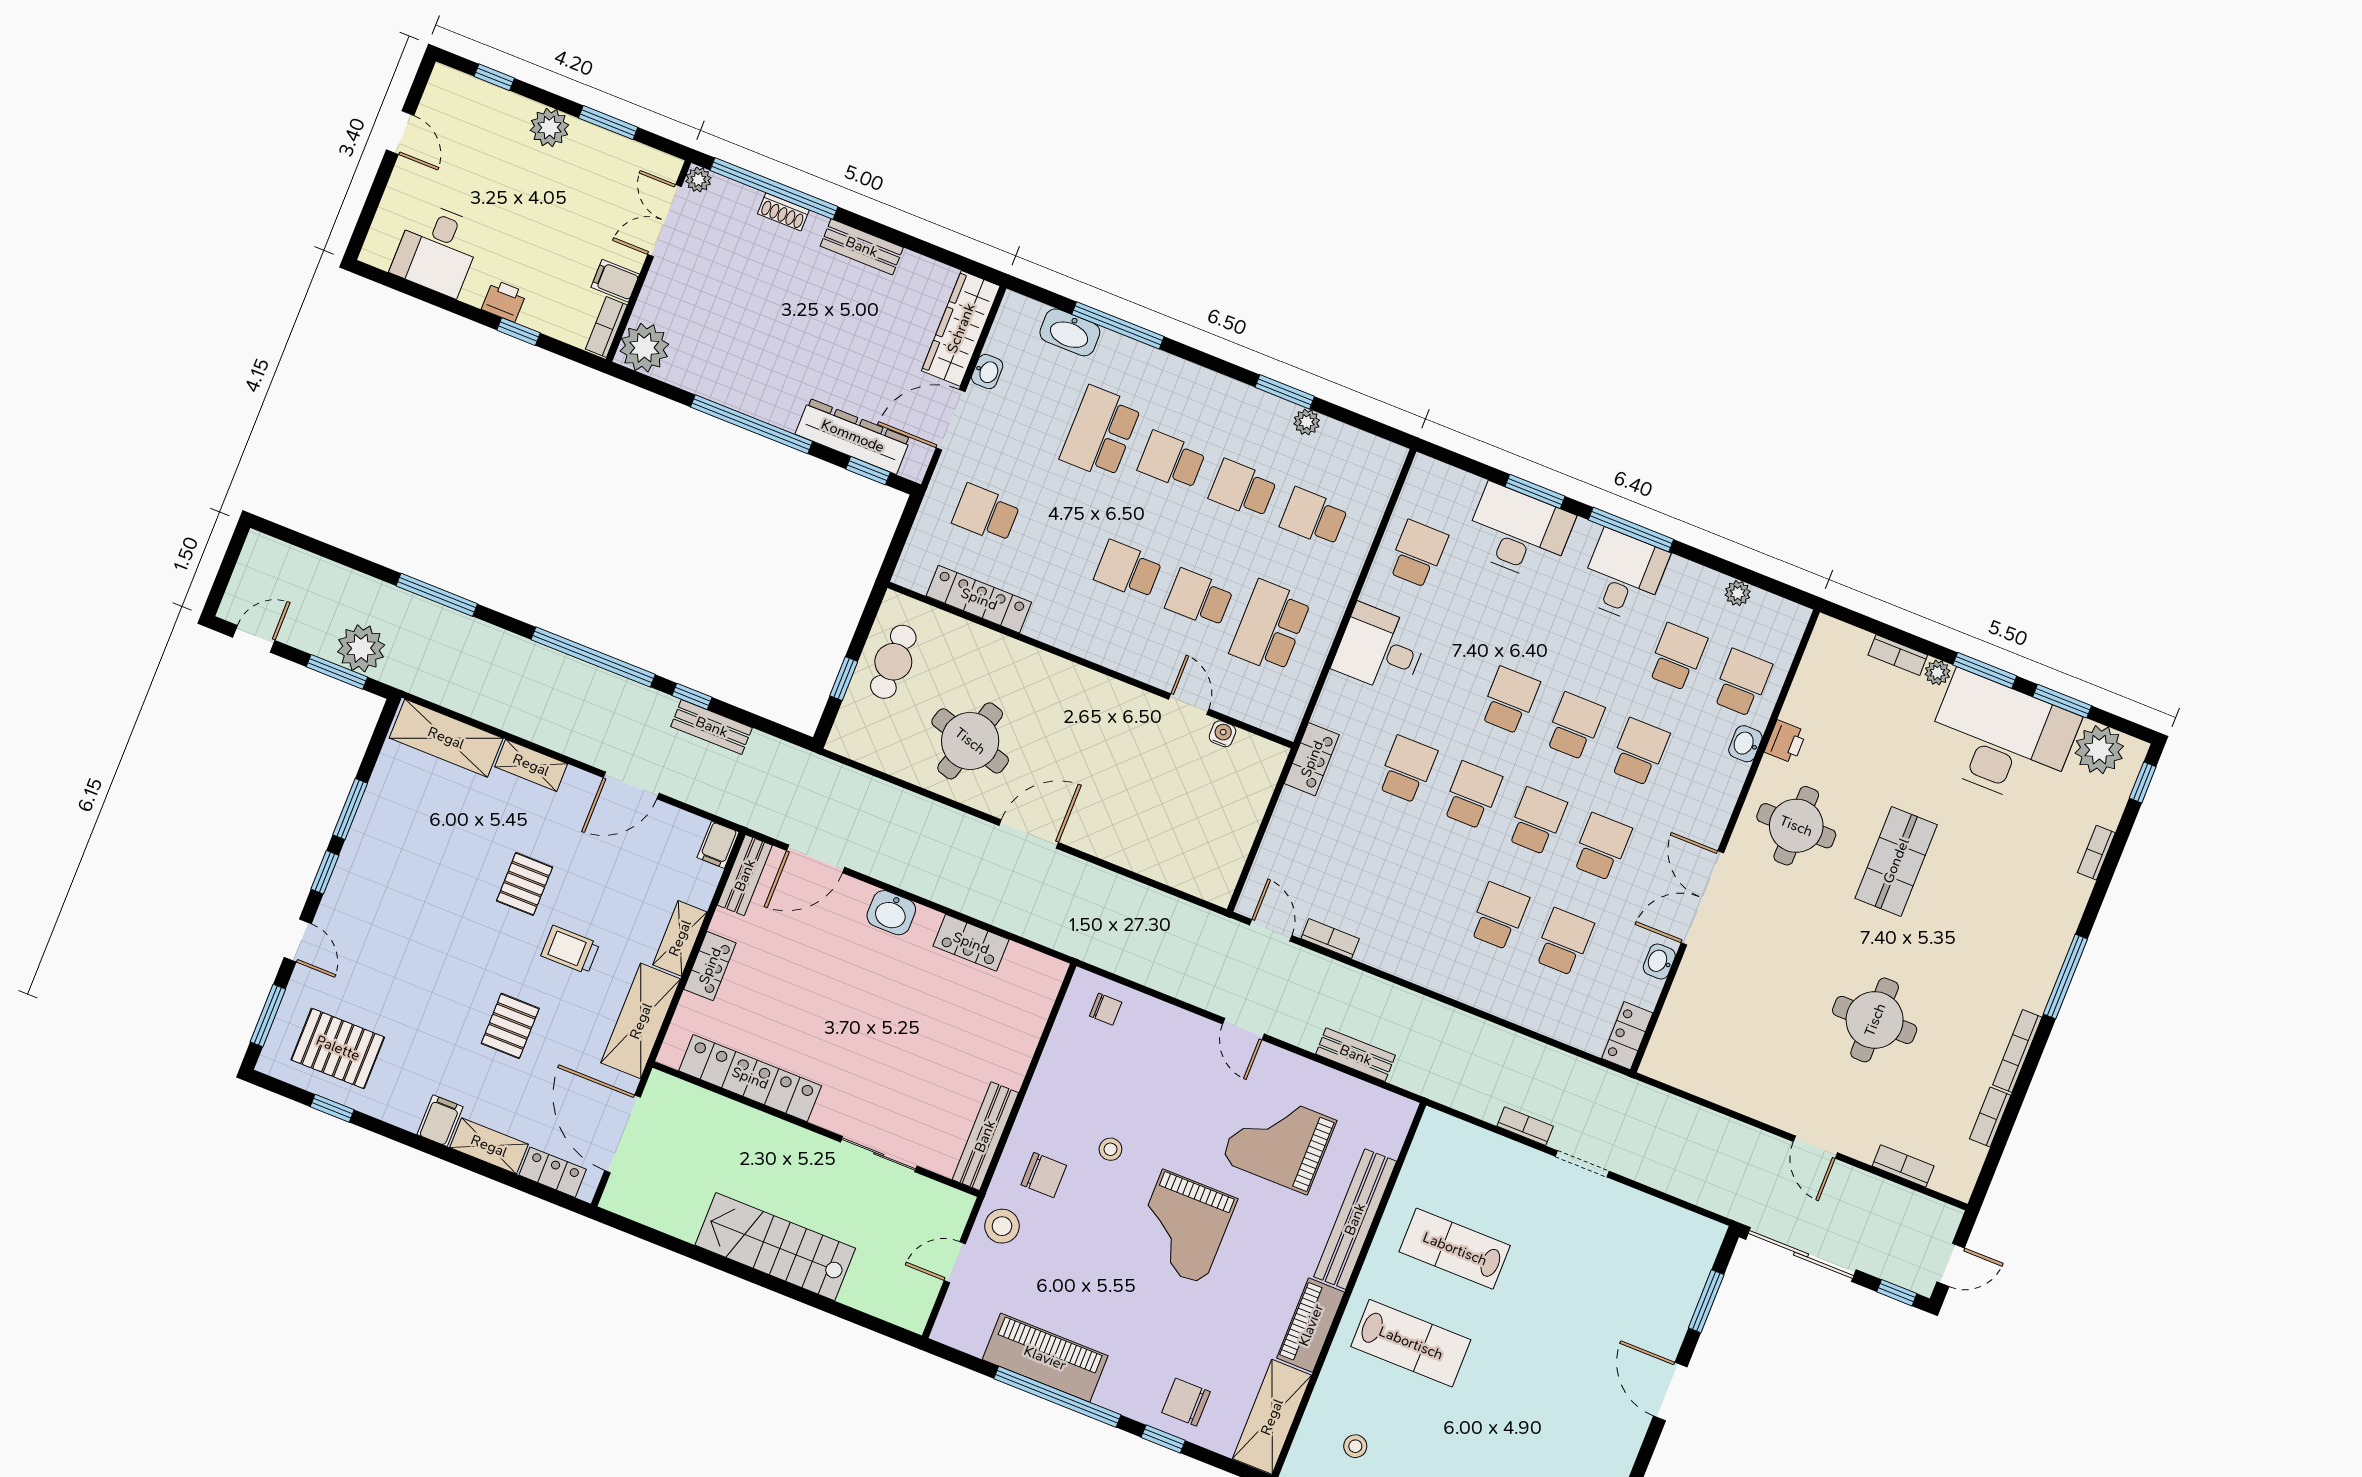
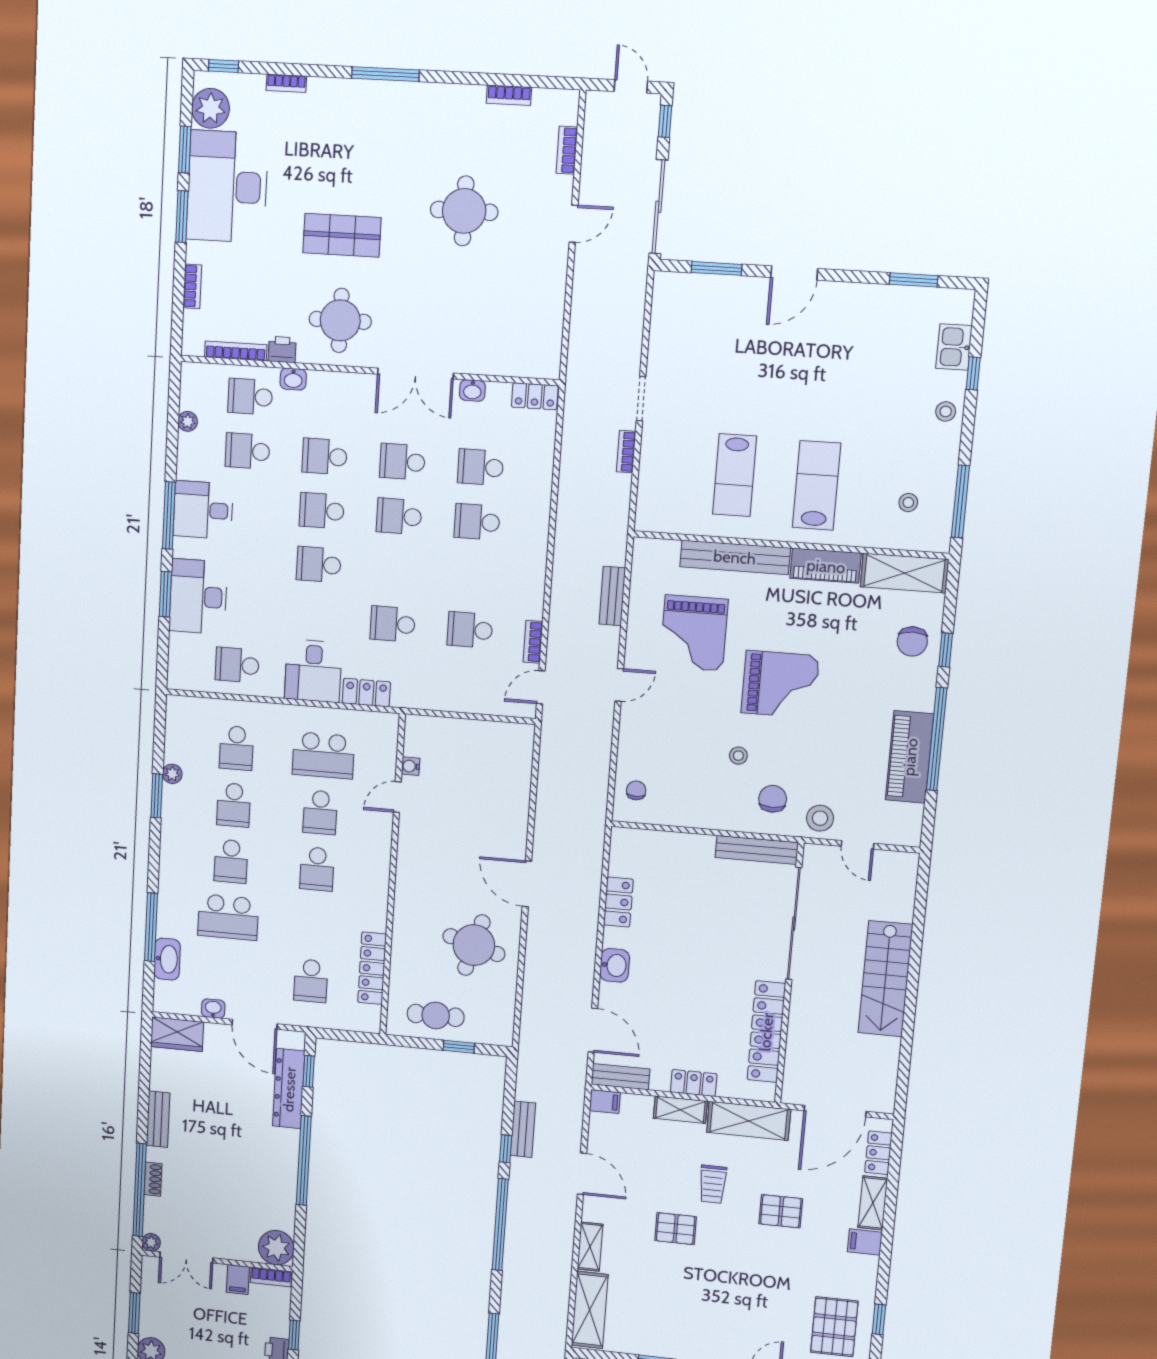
wardrobe: (961, 328) -> (177, 1034), width x0.67
plant: (1937, 673) -> (195, 252), removed
locker: (1312, 759) -> (366, 693), moved
school desk: (1472, 795) -> (470, 630), moved
bookcase: (2017, 1051) -> (236, 351), moved, turned 180
sliding door: (879, 1154) -> (794, 924), width x1.86

